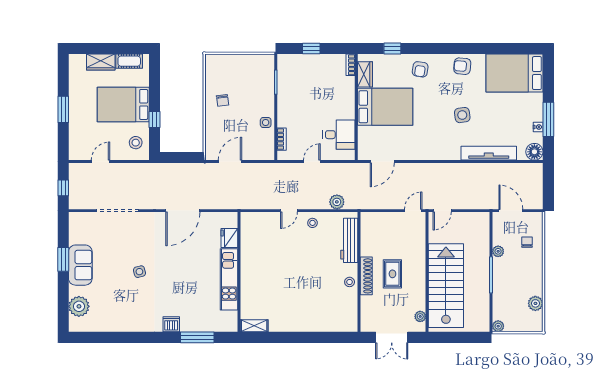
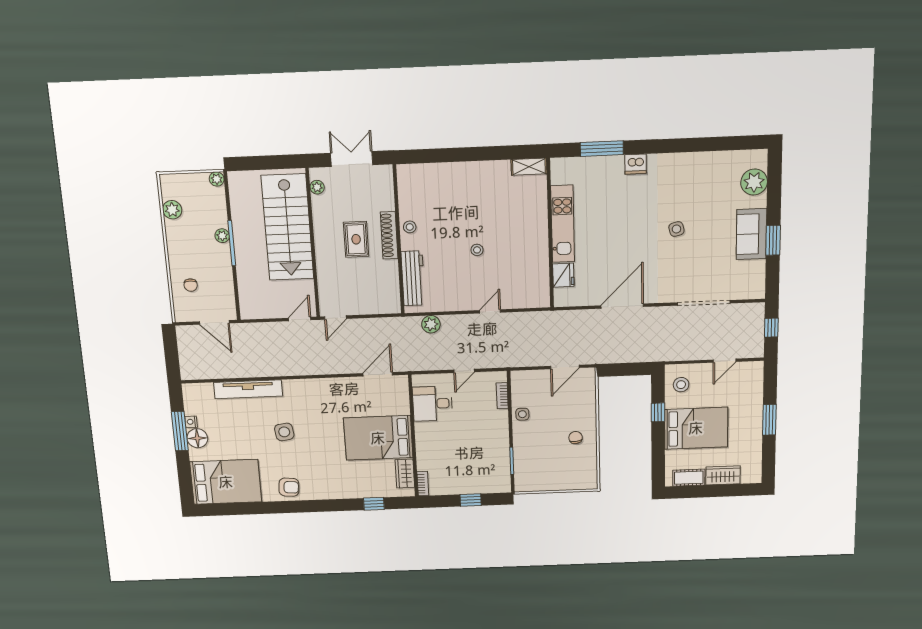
armchair: (420, 69) -> (339, 482), removed
floor lamp: (534, 152) -> (197, 438), moved
stool: (313, 223) -> (477, 250), moved
plant: (498, 251) -> (222, 236), moved

